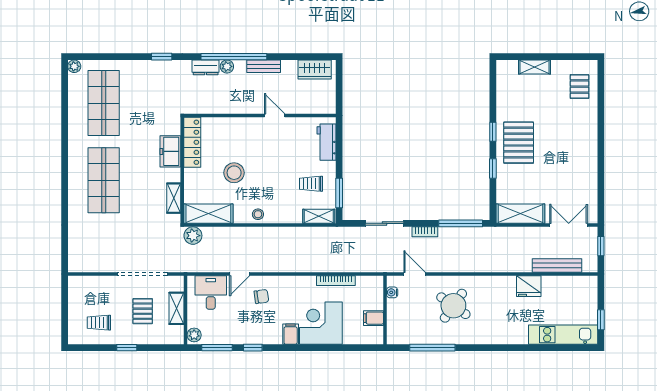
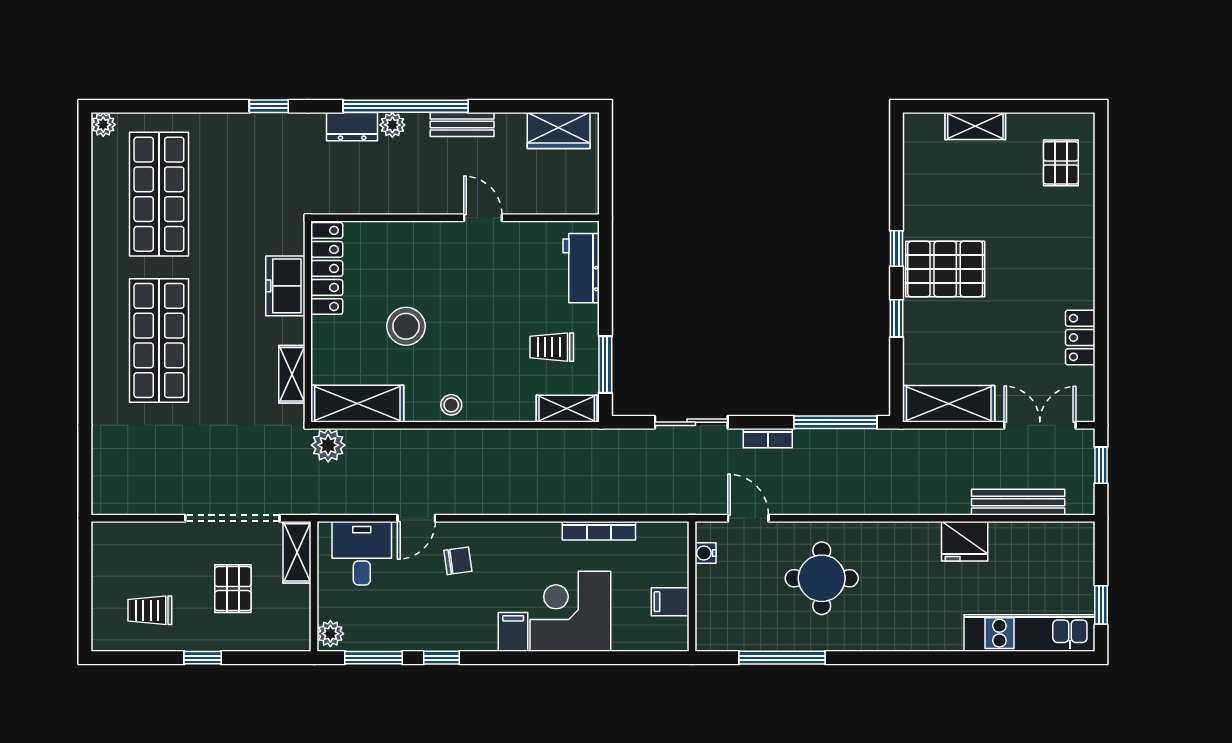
pallet: (519, 143) -> (945, 269), turned 90
locker: (590, 179) -> (1080, 338), added
round table: (453, 306) -> (822, 578), turned -35
shelving: (177, 308) -> (297, 552), moved

